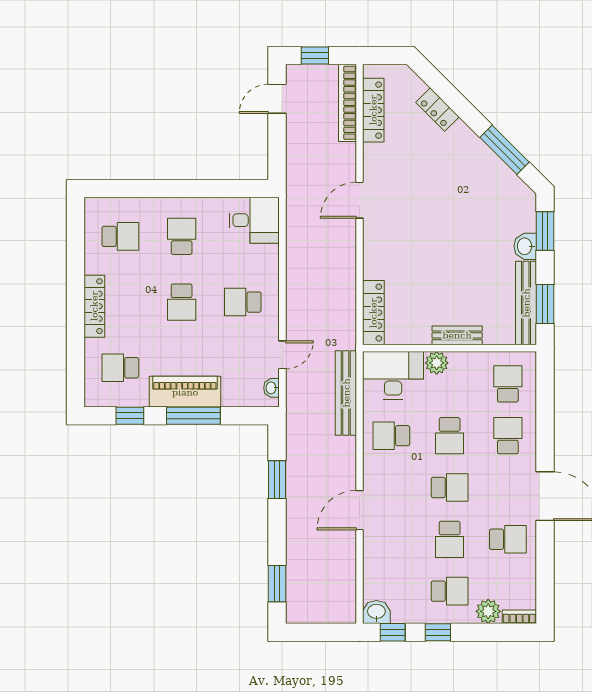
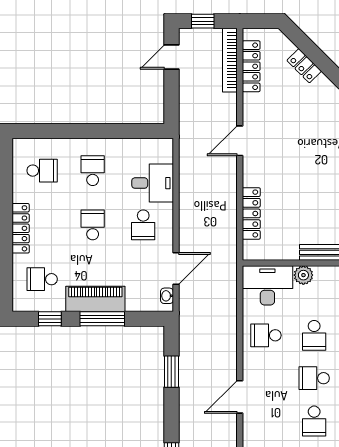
desk: (254, 220) -> (153, 183), moved
school desk: (182, 302) -> (93, 225), turned 180
school desk: (243, 302) -> (143, 225), turned -90
locker: (373, 313) -> (251, 213), moved
door: (282, 355) -> (176, 269), width x1.38
bench: (346, 393) -> (228, 300), removed
school desk: (450, 487) -> (314, 378), turned 180

